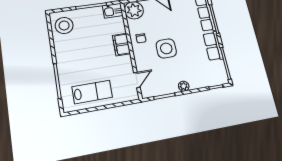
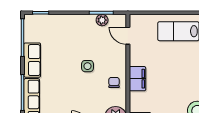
side table: (166, 48) -> (88, 66), width x0.54, depth x0.54
door: (137, 80) -> (128, 36), hinge flipped
plant: (184, 86) -> (102, 20), moved

